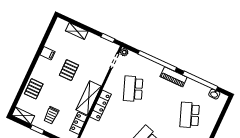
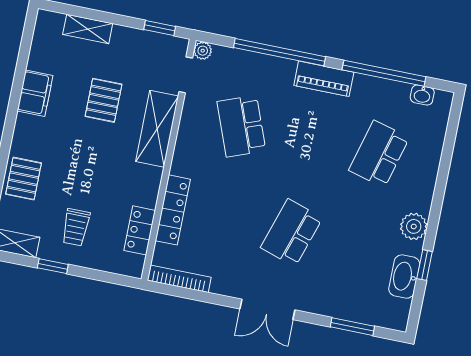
filing cabinet: (48, 53) -> (35, 93), width x2.00
pallet: (69, 70) -> (104, 100), moved
shelving: (89, 98) -> (157, 129), moved
locker: (101, 106) -> (173, 210), moved
school desk: (190, 115) -> (379, 154), turned 36

